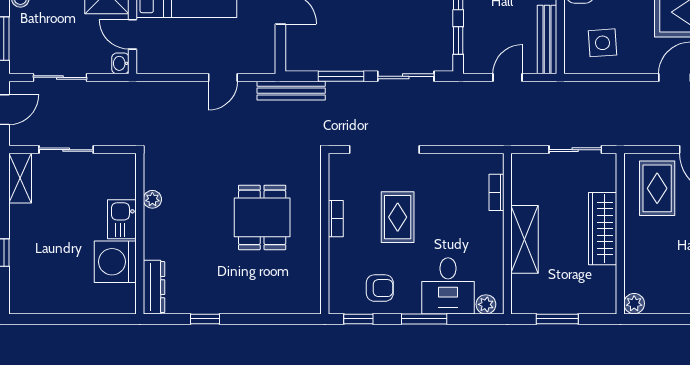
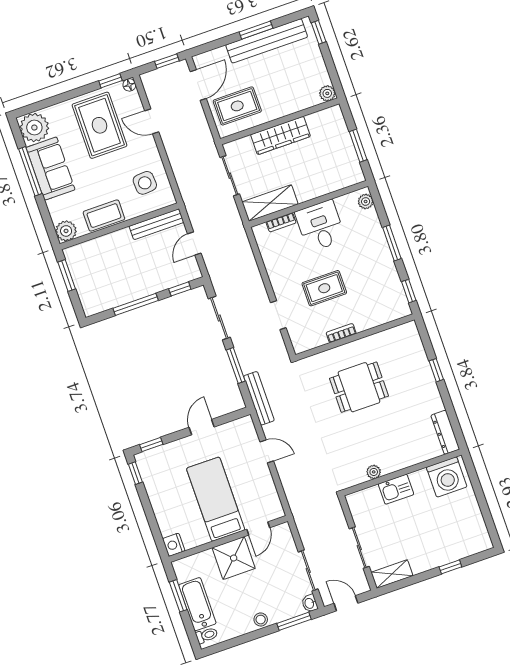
washbasin: (120, 63) -> (310, 603), moved, turned 90
door: (508, 77) -> (194, 243), hinge flipped
doorway: (384, 150) -> (278, 315), width x0.53
shelving: (525, 239) -> (270, 203), moved
washing machine: (115, 262) -> (447, 477), moved
desk: (448, 286) -> (320, 226), moved, turned -90
dresser: (154, 287) -> (445, 432), moved, turned -90
armchair: (380, 288) -> (381, 283), removed
window: (205, 319) -> (436, 370), moved

